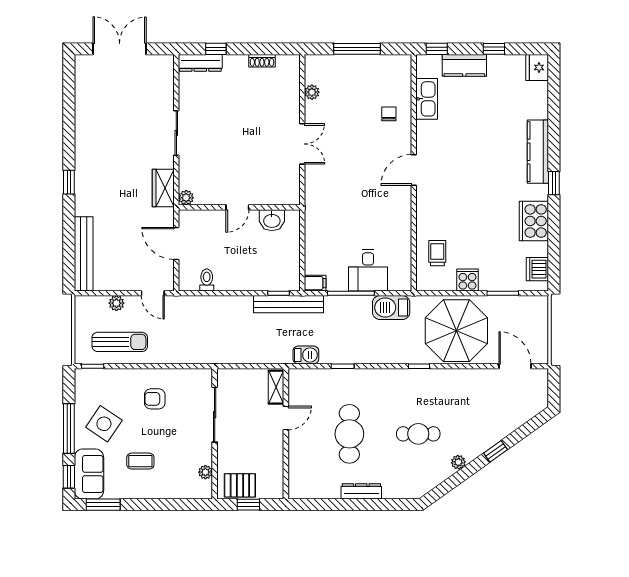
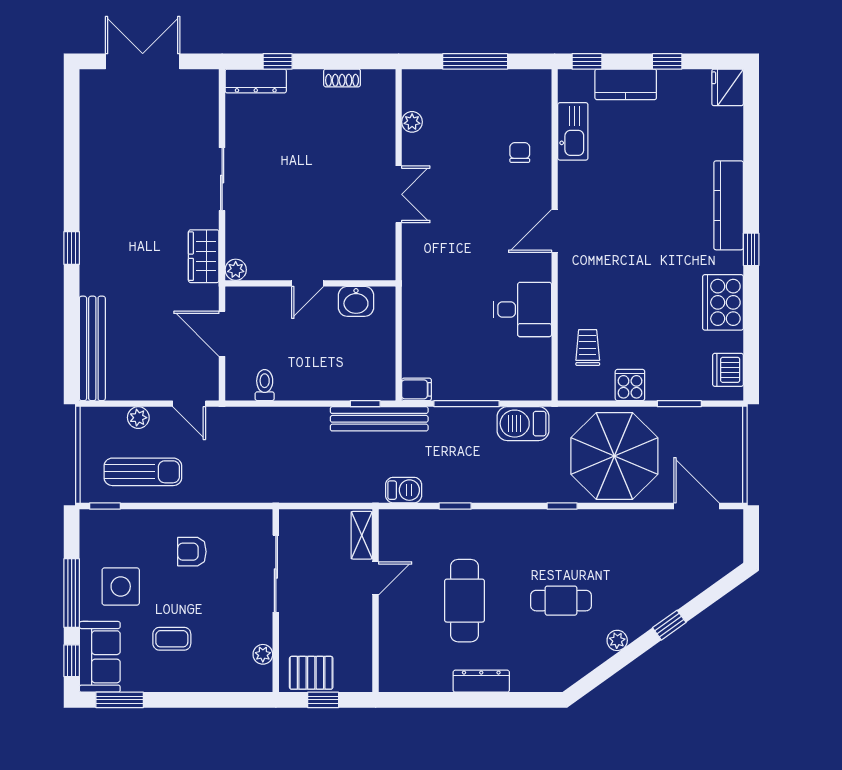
desk: (368, 270) -> (522, 309), moved, turned -90
side table: (104, 424) -> (121, 586), turned -34

